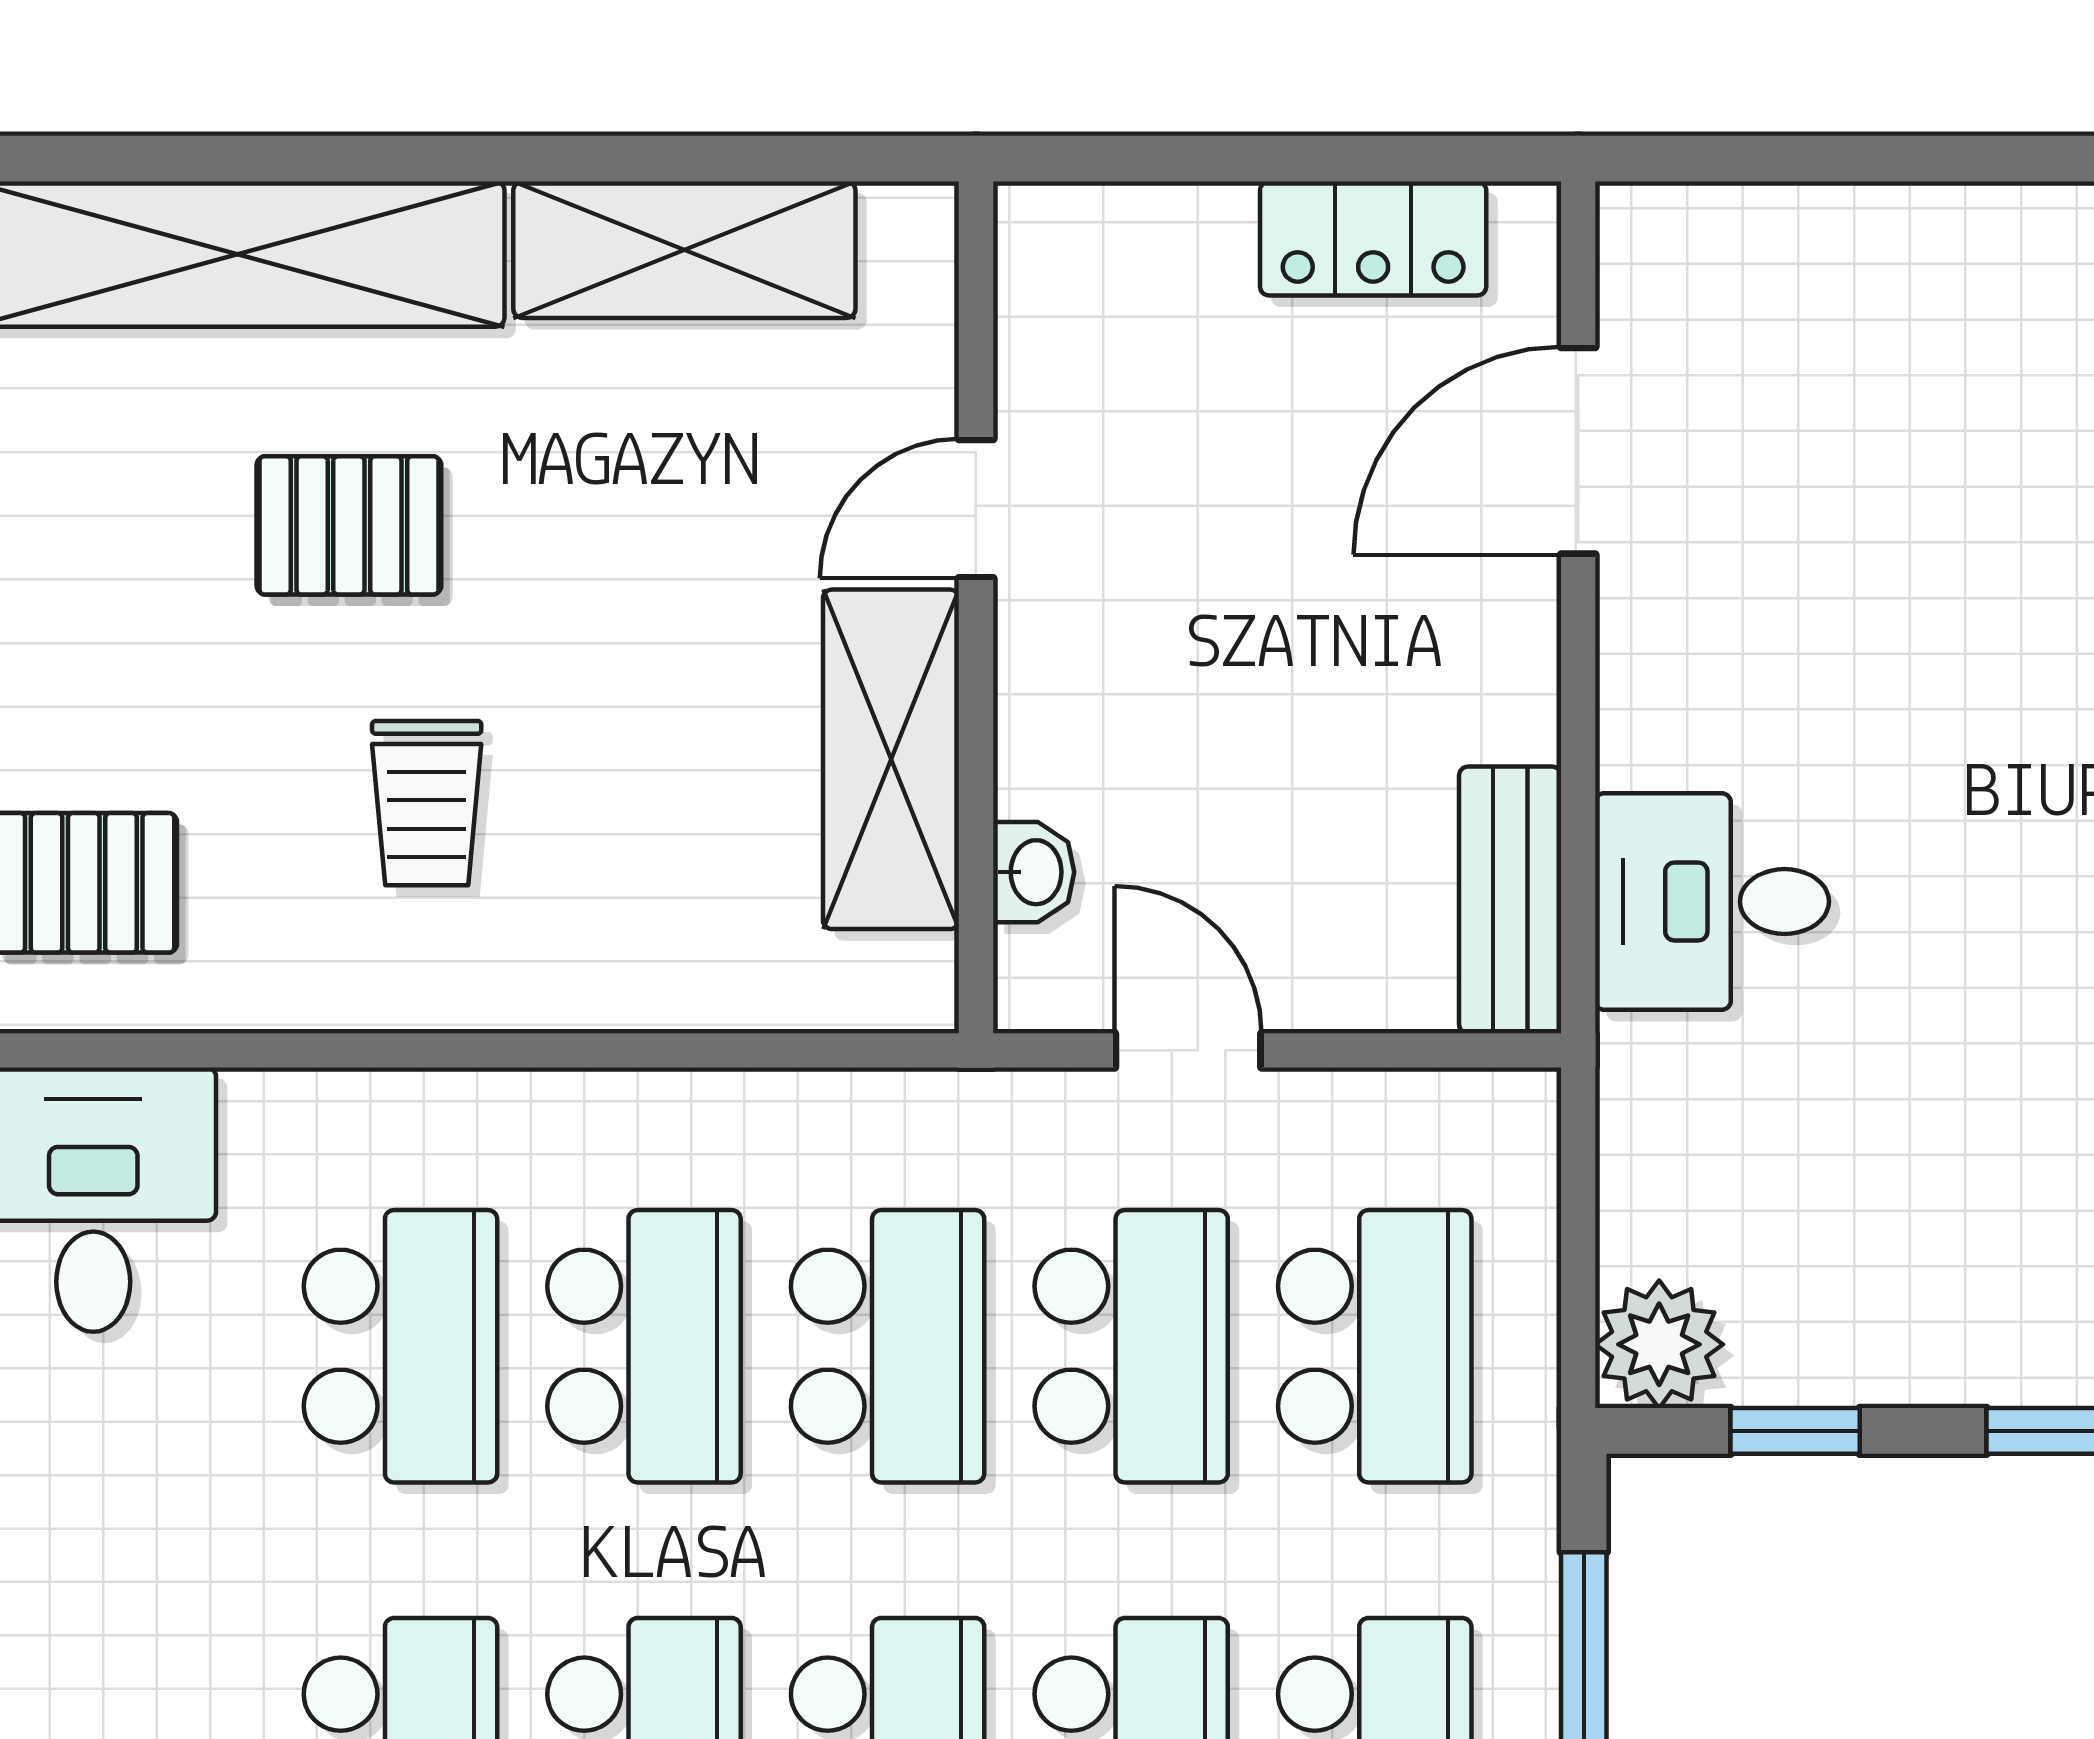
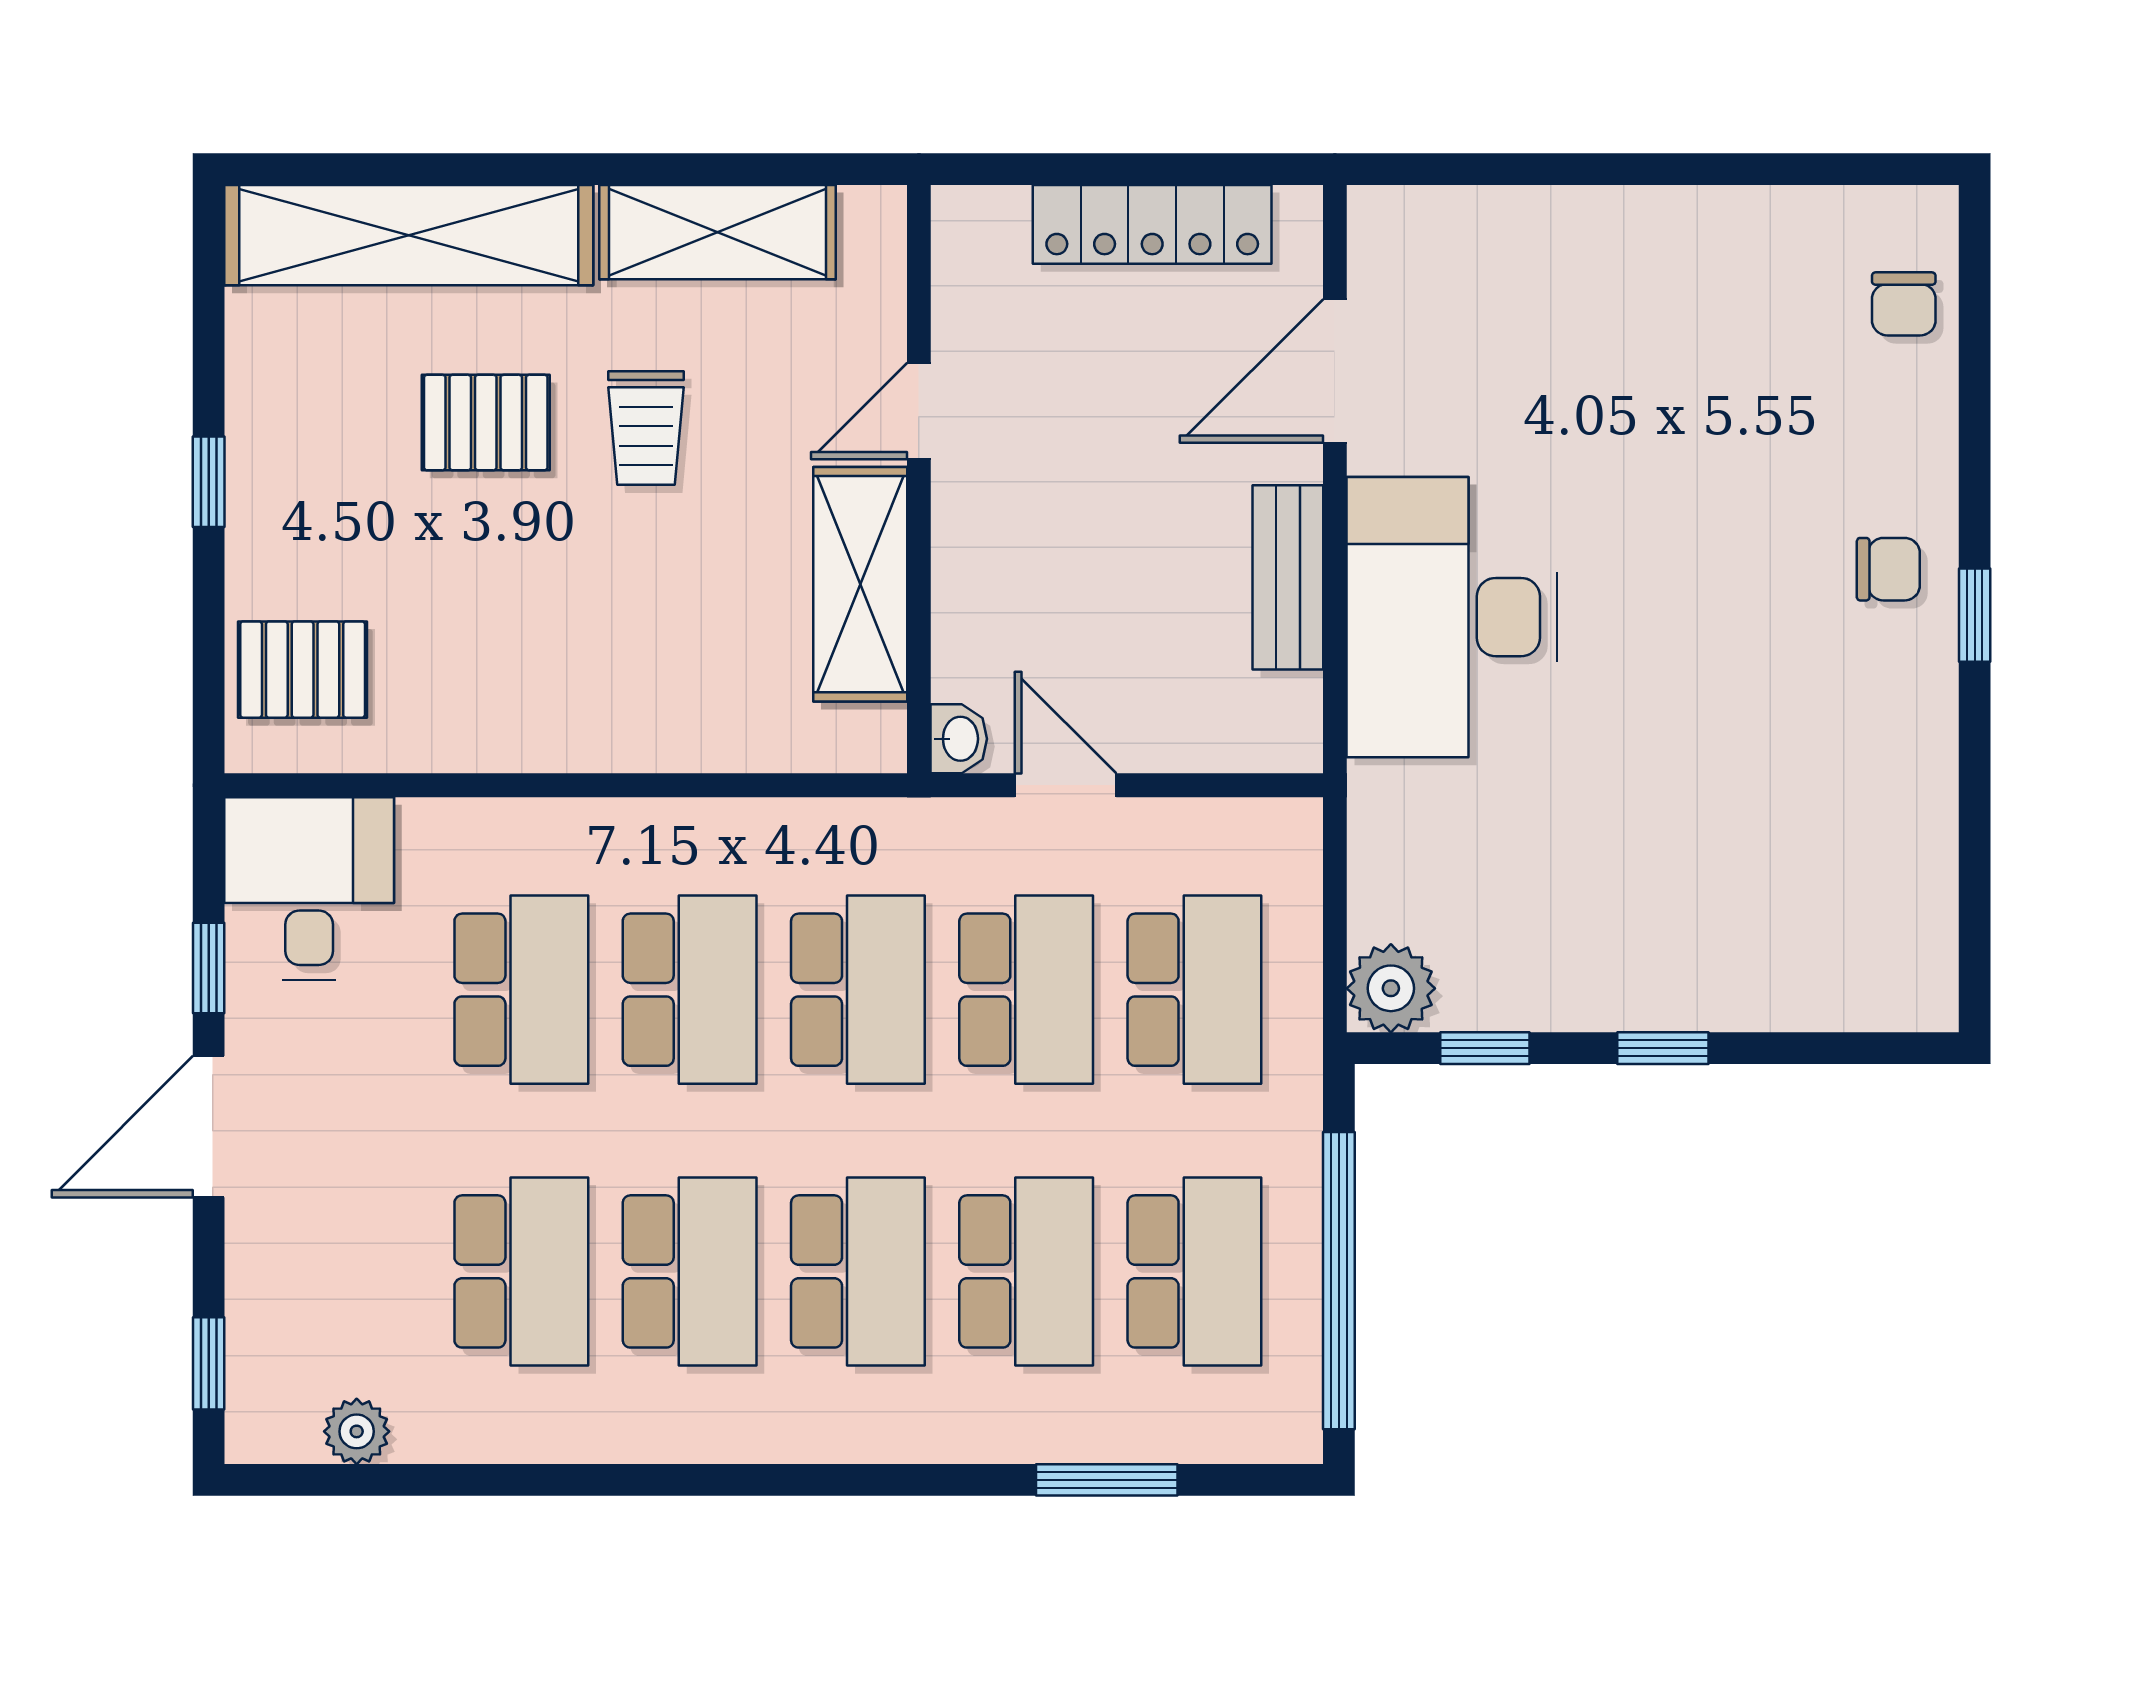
locker: (1373, 238) -> (1152, 224), width x1.53
trolley: (427, 803) -> (646, 428), moved
washbasin: (1034, 872) -> (959, 739), moved
bench: (1510, 900) -> (1288, 577), moved
desk: (1712, 902) -> (1452, 617), width x1.87, depth x1.30

